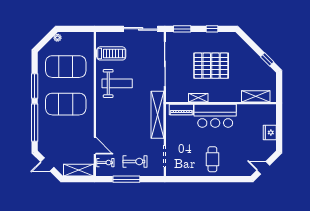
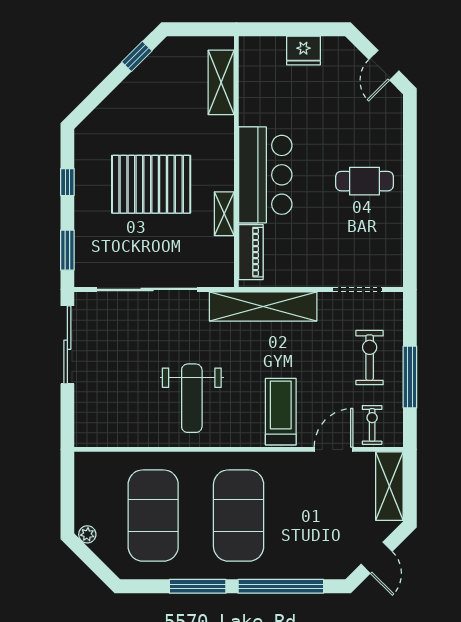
treadmill: (111, 53) -> (281, 412), moved
pallet: (211, 66) -> (151, 184), turned 90
weight bench: (117, 83) -> (192, 398), turned 180

